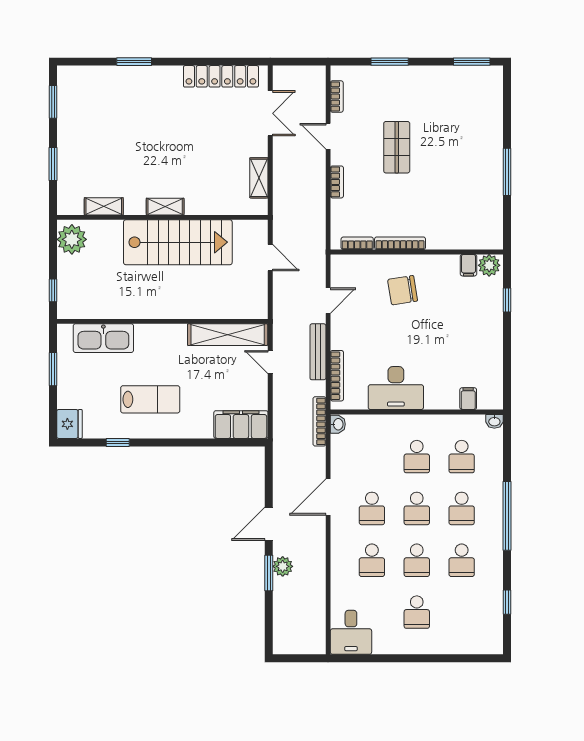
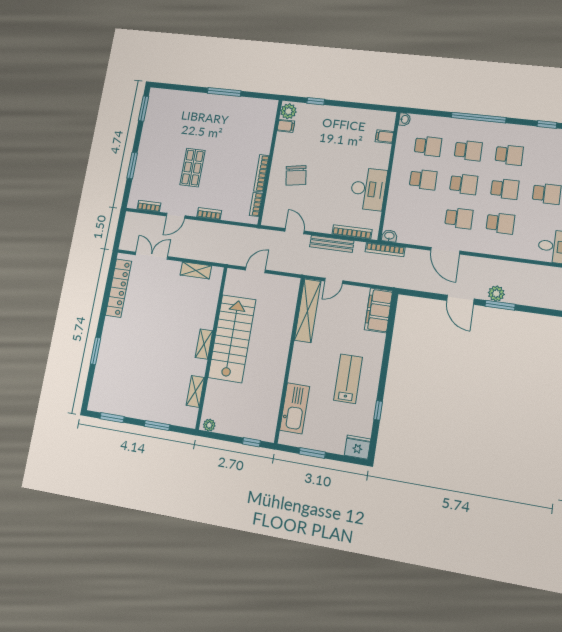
shop shelf: (397, 147) -> (193, 168), turned 90
plant: (72, 239) -> (209, 425), width x0.53, depth x0.53

